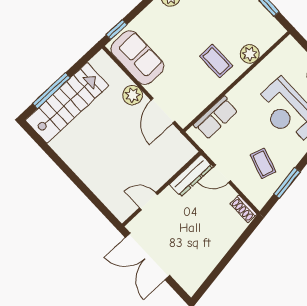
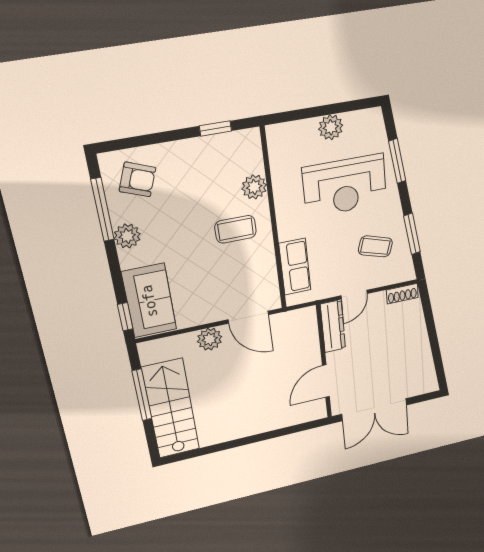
sofa: (137, 58) -> (149, 301), moved, turned 90
window: (51, 91) -> (142, 395), moved
door: (149, 201) -> (326, 381), width x1.38

